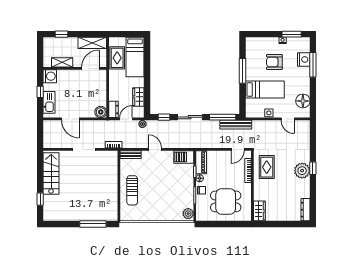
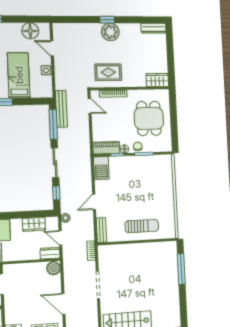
door: (70, 119) -> (63, 304), swing flipped
door: (288, 119) -> (52, 48), swing flipped
plant: (188, 214) -> (164, 161), removed

